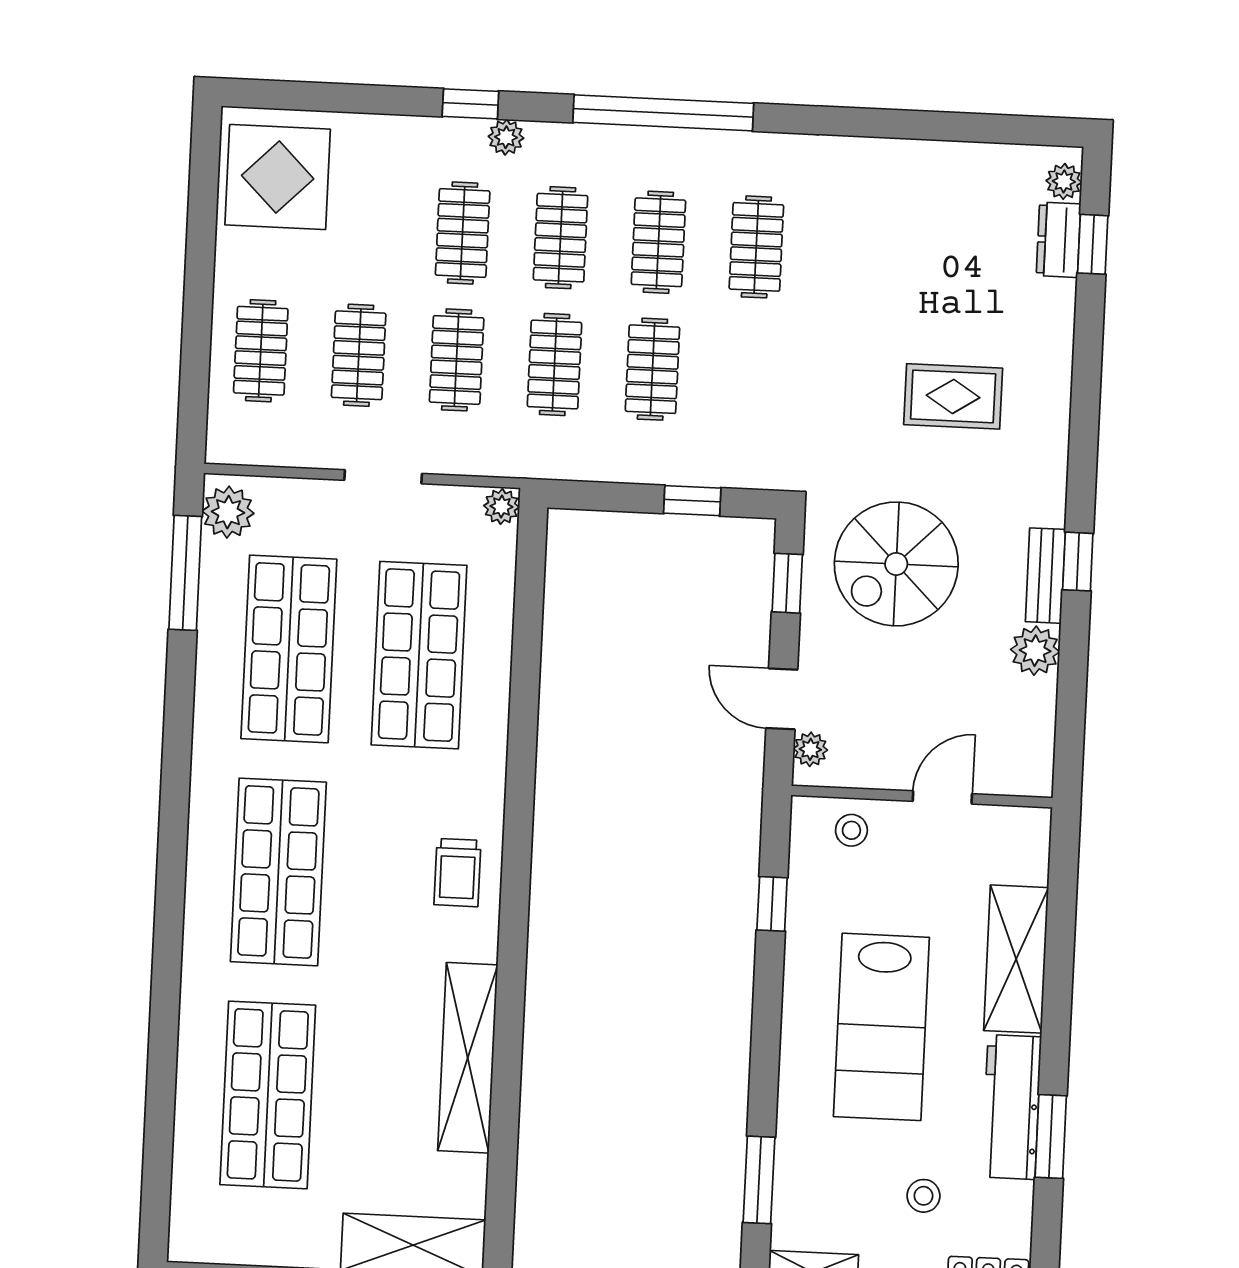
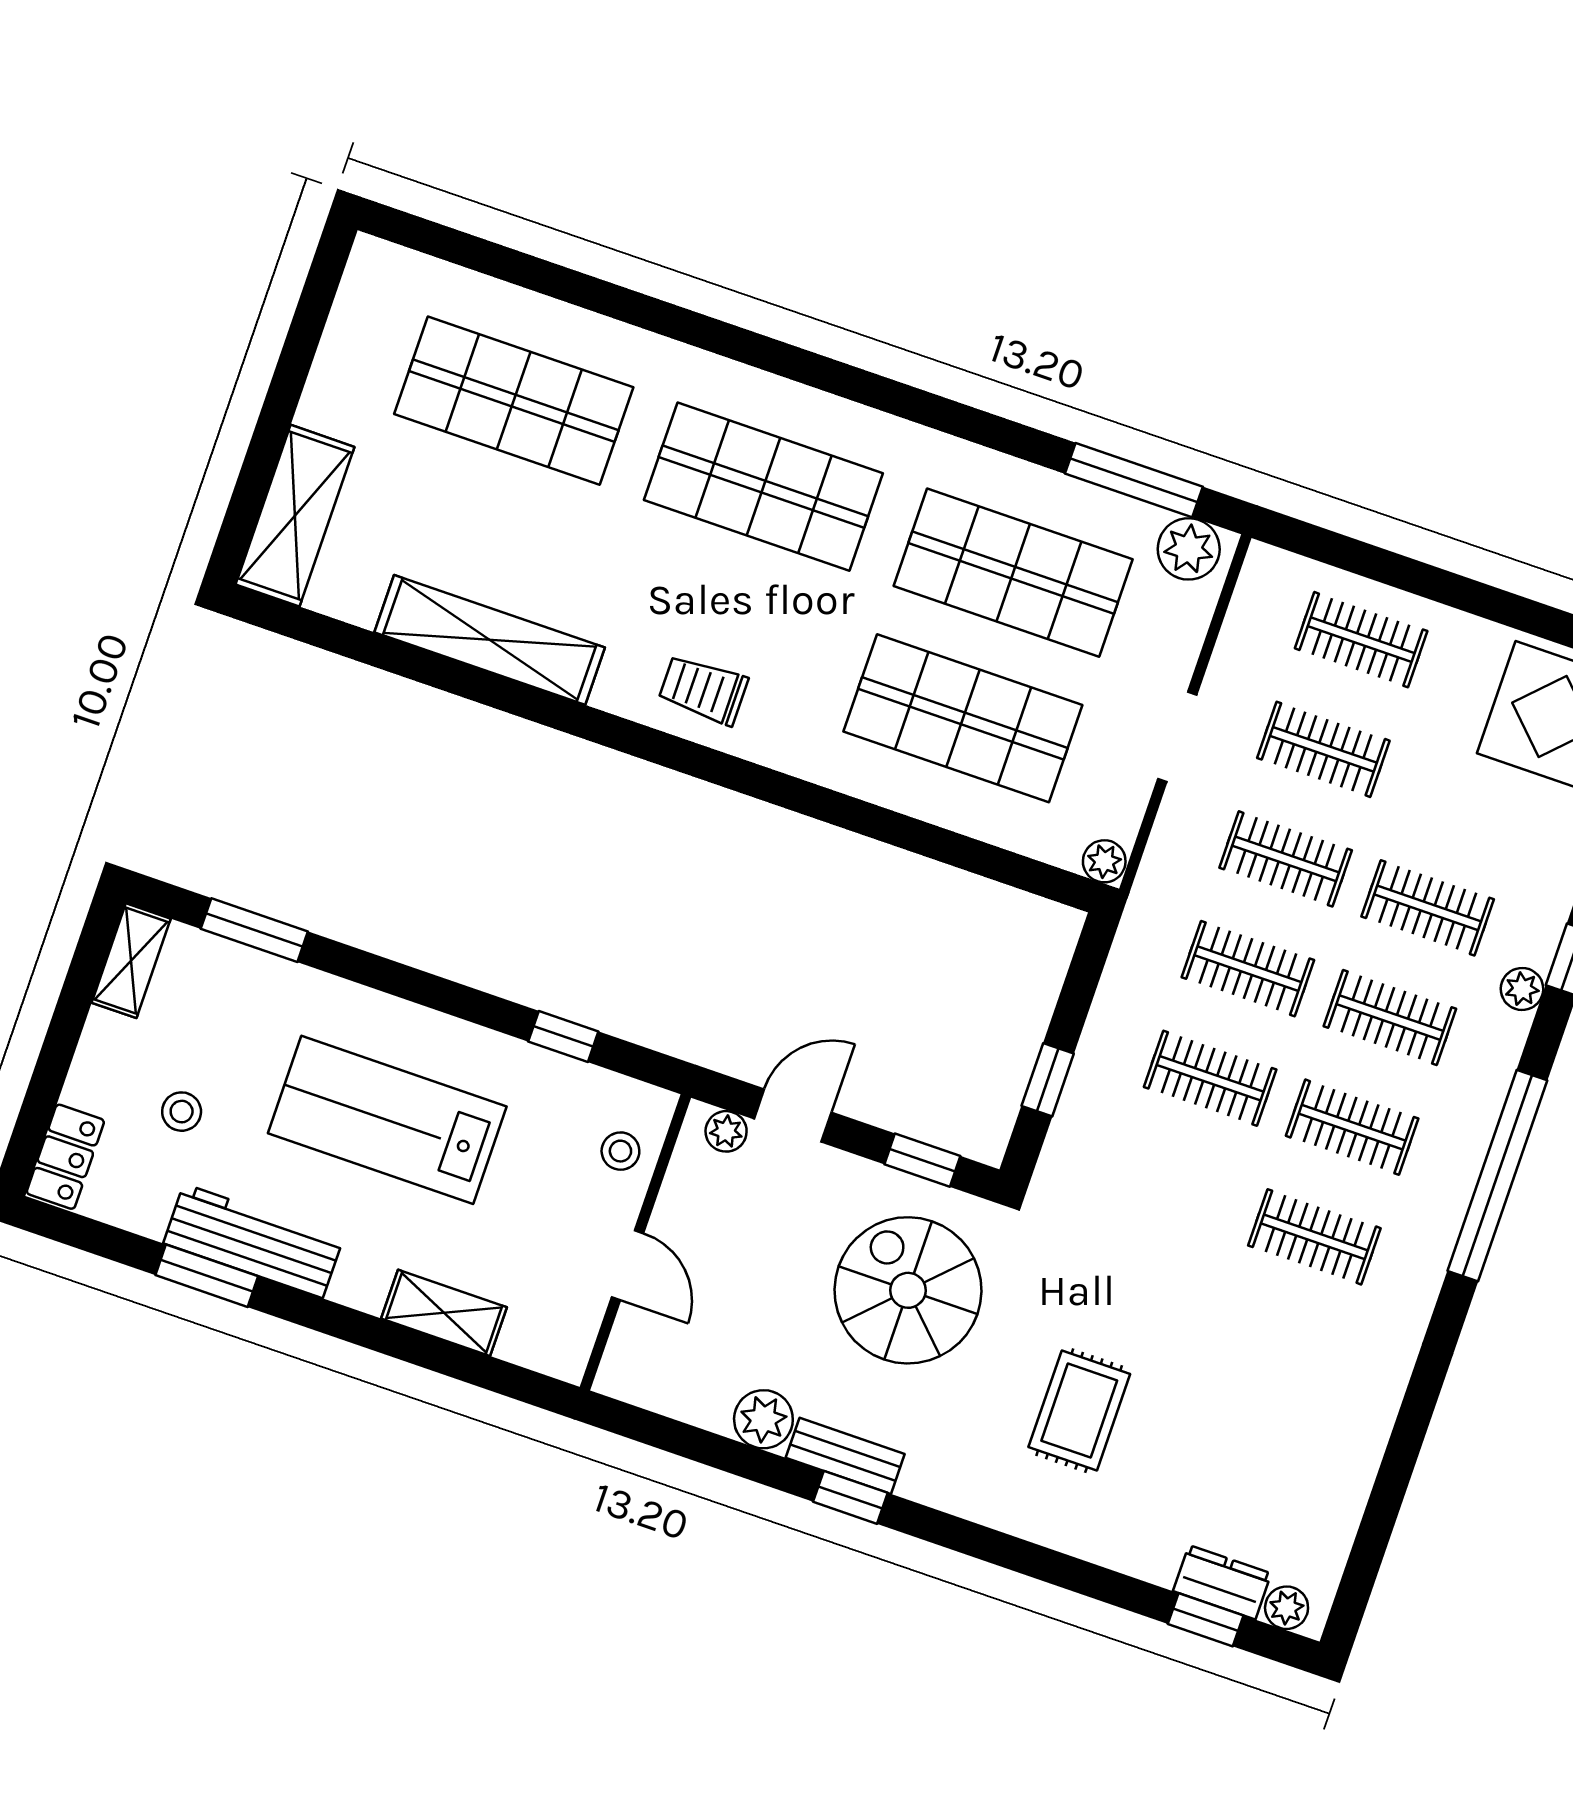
shelving: (1016, 959) -> (444, 1313), width x0.67, depth x0.75

